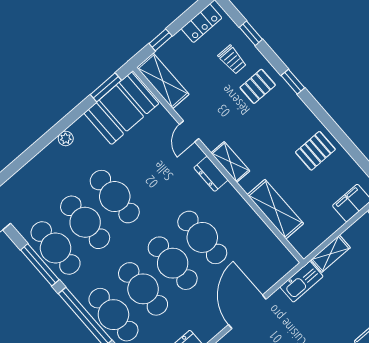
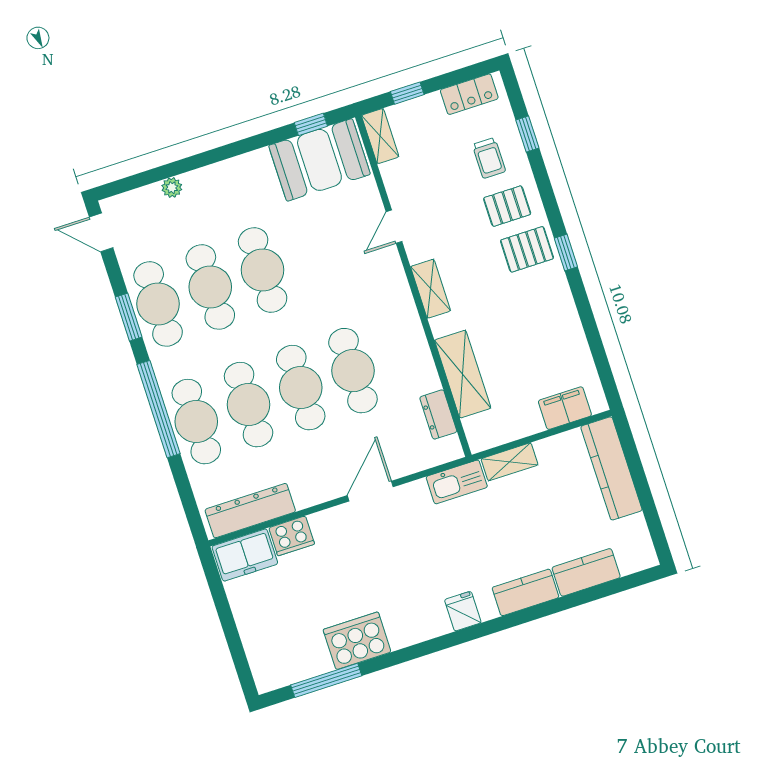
shelving: (163, 81) -> (380, 136), width x0.67, depth x0.75
window: (293, 82) -> (566, 253), moved
window: (106, 87) -> (311, 124), width x0.67
plant: (66, 138) -> (172, 188), moved
pallet: (315, 151) -> (527, 249), moved
dresser: (211, 174) -> (438, 414), moved
window: (40, 265) -> (129, 317), width x0.69
door: (247, 312) -> (370, 491), width x0.73

